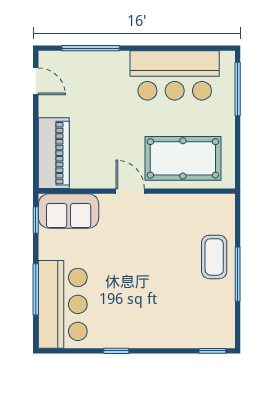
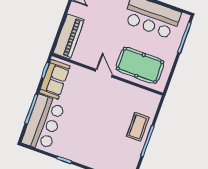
sofa: (69, 211) -> (55, 79), moved, turned -90

